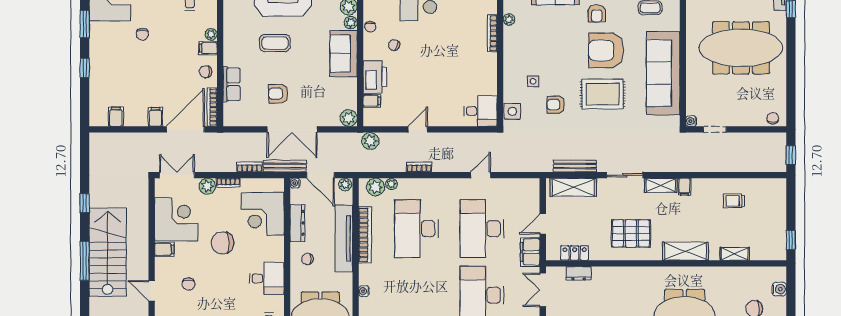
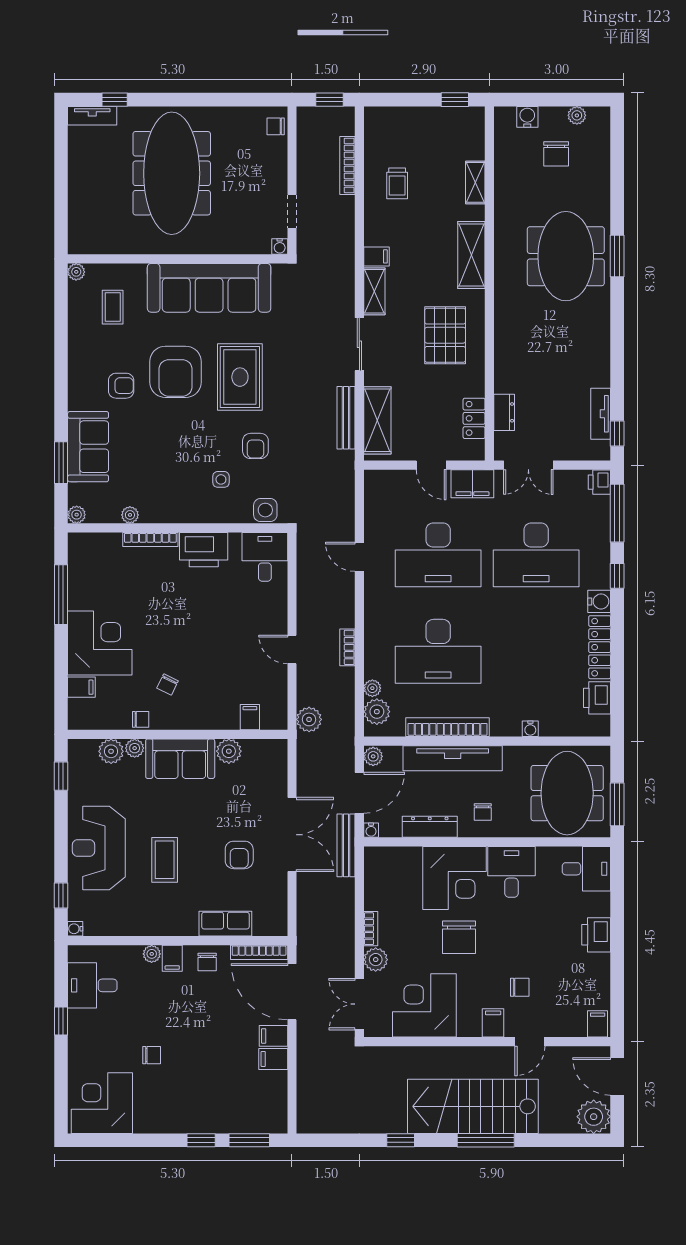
window: (85, 24) -> (249, 1140), moved
printer: (375, 77) -> (204, 550), moved, turned 180
filing cabinet: (116, 117) -> (273, 1059), moved
plant: (349, 118) -> (229, 751), moved
bookcase: (249, 167) -> (347, 166), moved, width x1.56
corner desk: (263, 214) -> (455, 878), moved
filing cabinet: (164, 249) -> (493, 1023), moved

